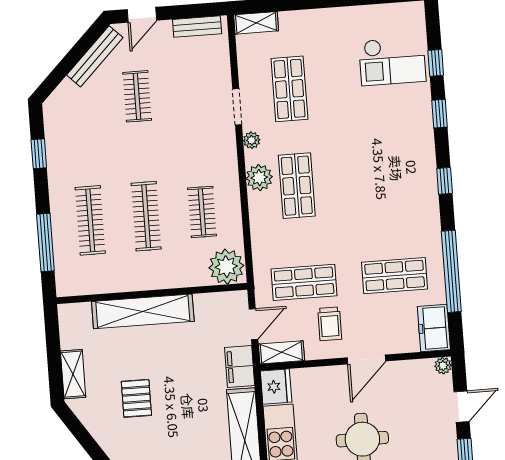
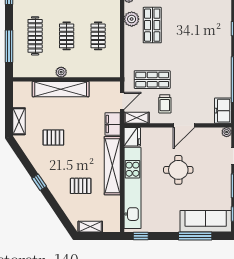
clothes rail: (146, 216) -> (67, 36), width x0.73
plant: (226, 267) -> (61, 72), moved, width x0.53, depth x0.53
shop shelf: (395, 276) -> (203, 80), removed
pallet: (136, 398) -> (53, 138), turned 90

